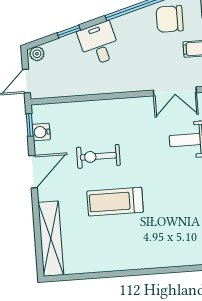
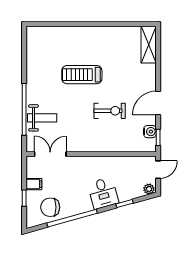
chair: (170, 19) -> (50, 207), turned 180
treadmill: (115, 202) -> (82, 75), moved, turned 180
shelving: (51, 239) -> (149, 45), width x0.68

